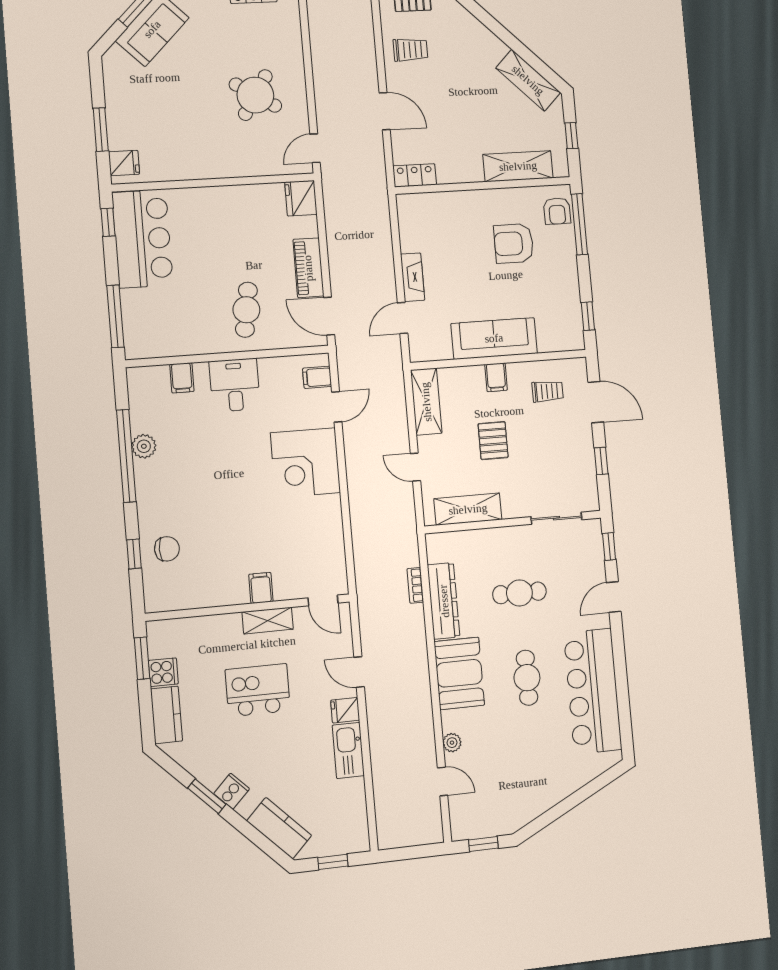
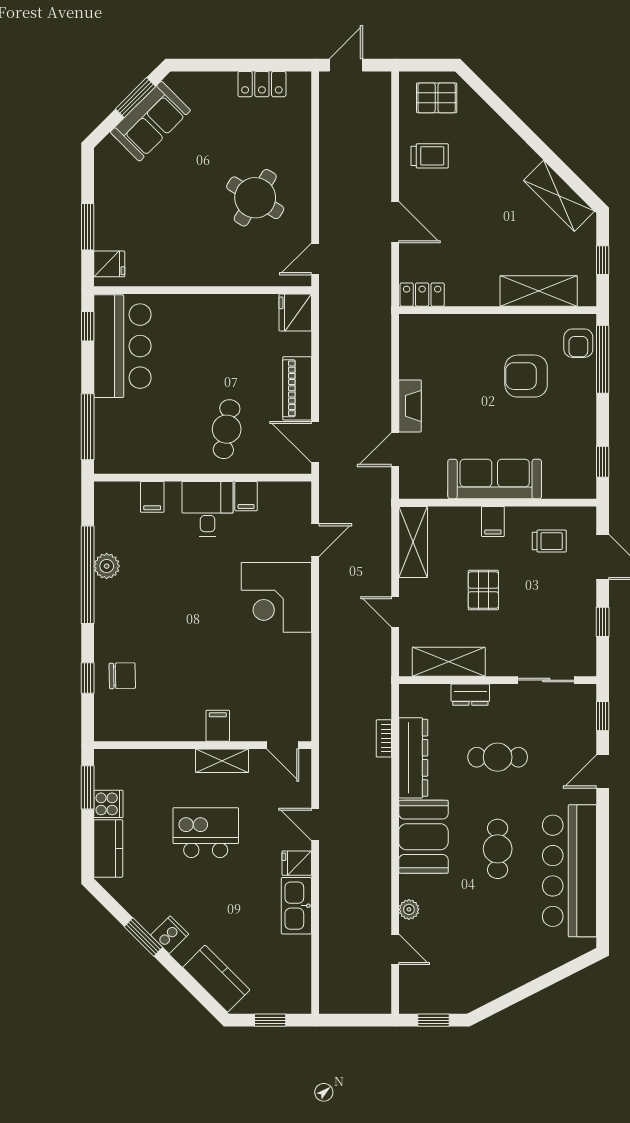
filing cabinet: (317, 377) -> (246, 496), moved, turned -90
dresser: (490, 538) -> (470, 695), added

